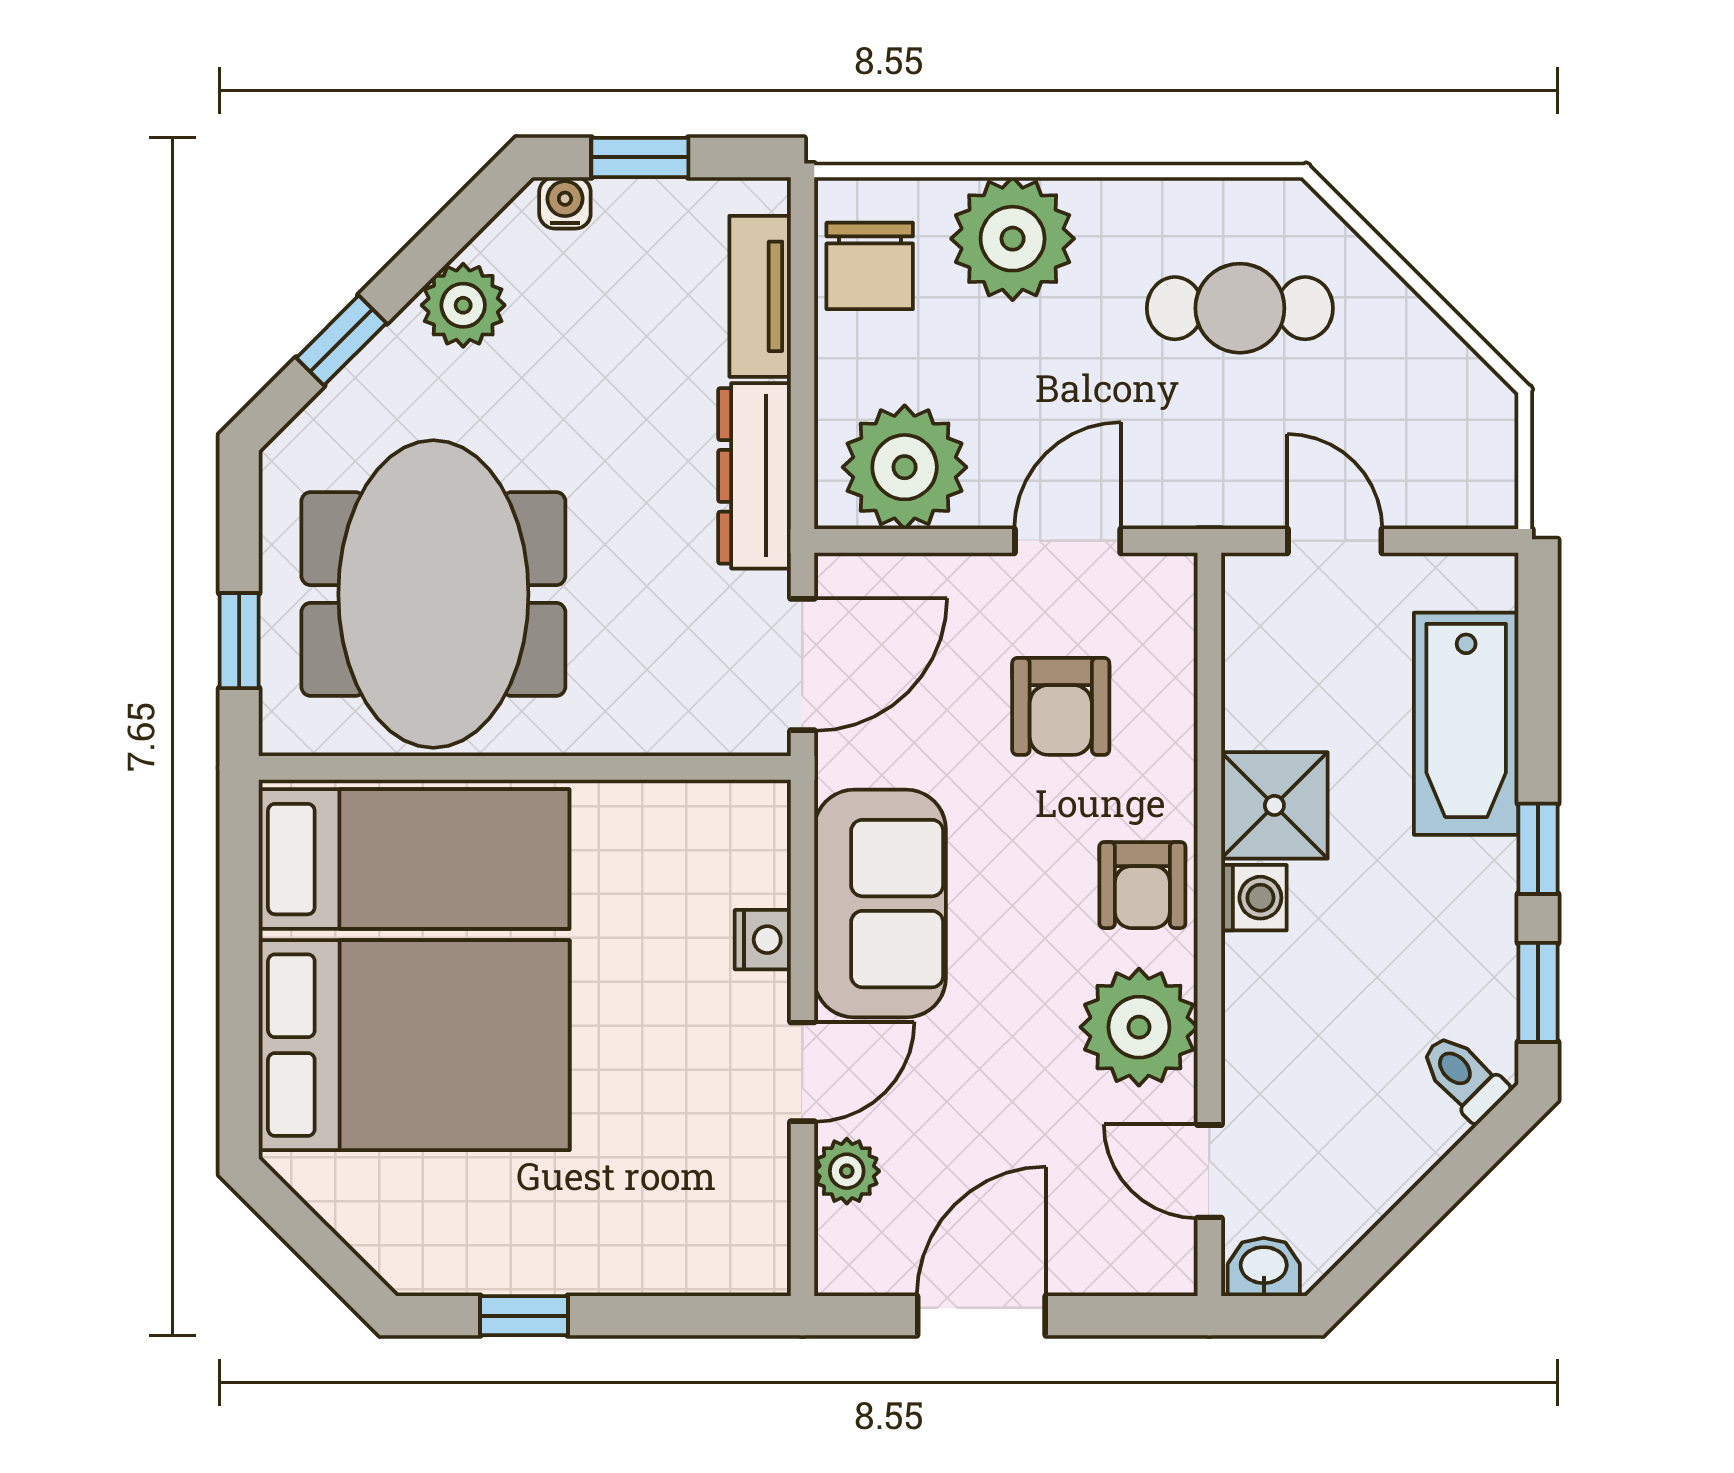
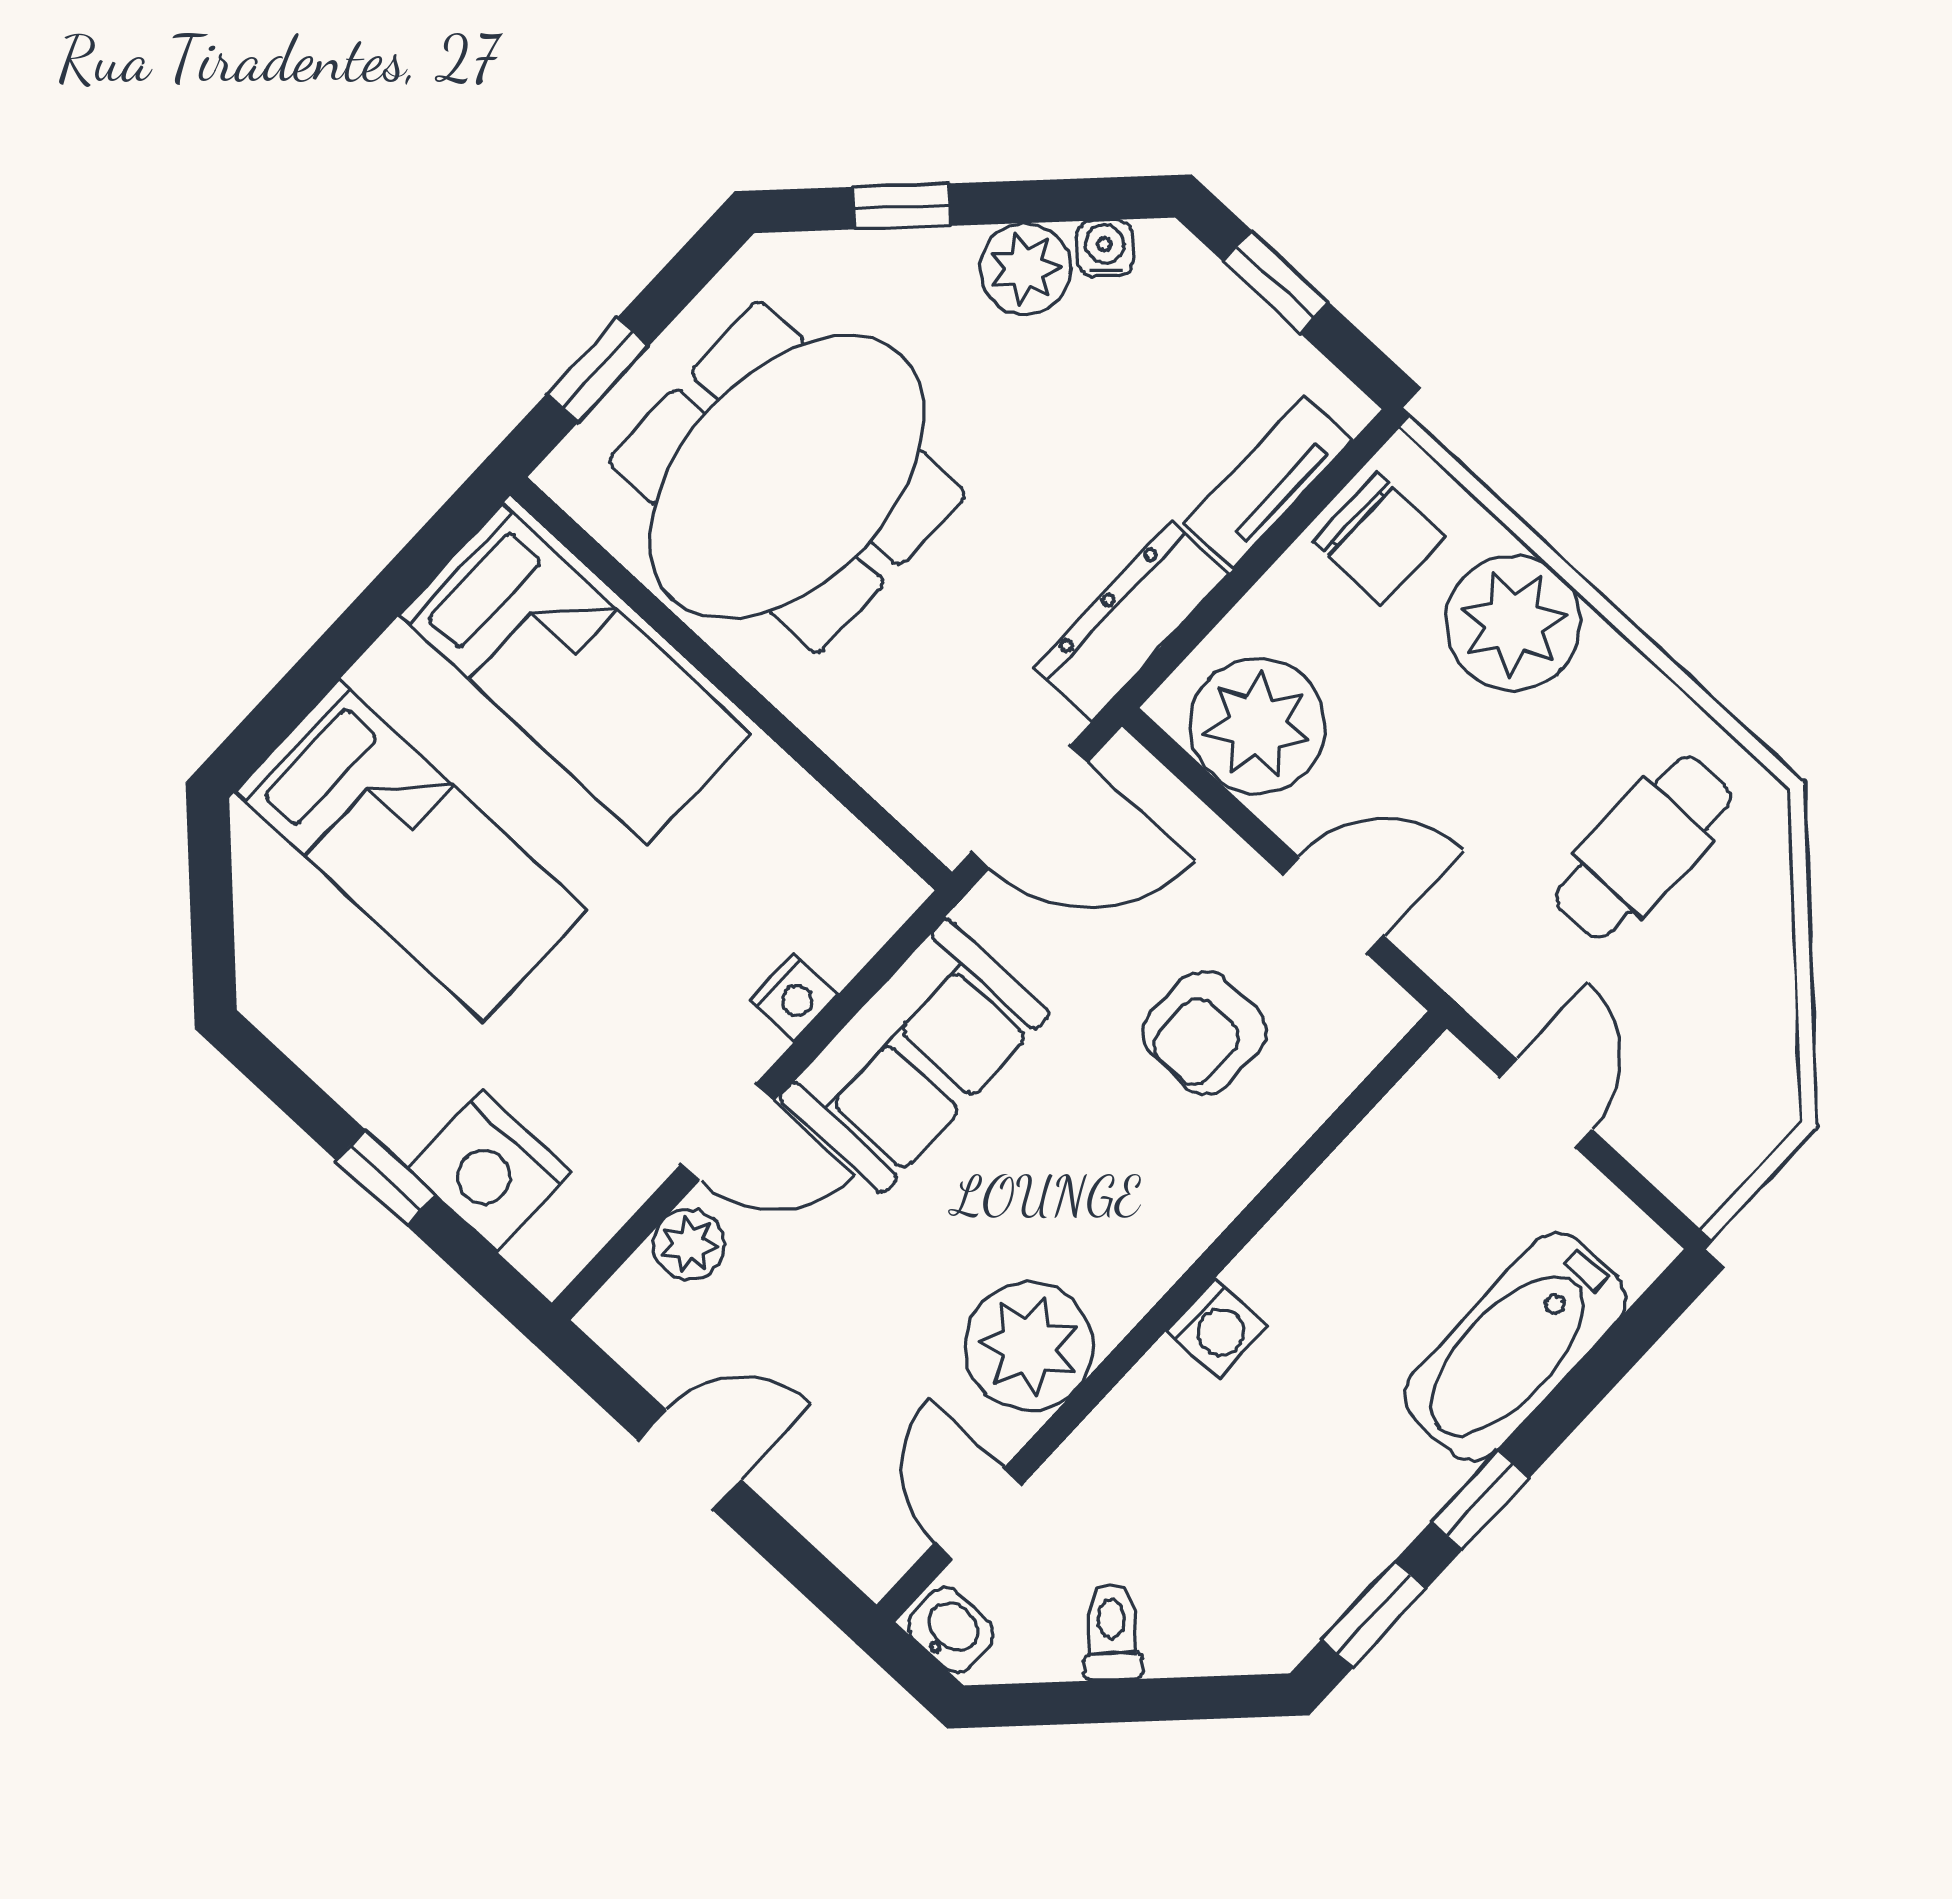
water cooler: (565, 203) -> (1105, 248), moved, turned -45
chair: (870, 266) -> (1379, 539), turned -90
cafe table: (1240, 308) -> (1643, 847), turned 90
shower: (1274, 805) -> (1302, 1270), removed
armchair: (1142, 885) -> (1137, 1235), removed
bed: (414, 1045) -> (411, 851), width x0.67
toilet: (1464, 1077) -> (1112, 1632), moved
nightstand: (667, 1246) -> (490, 1171), added
window: (524, 1316) -> (386, 1178), moved
door: (981, 1316) -> (689, 1460), width x0.73

